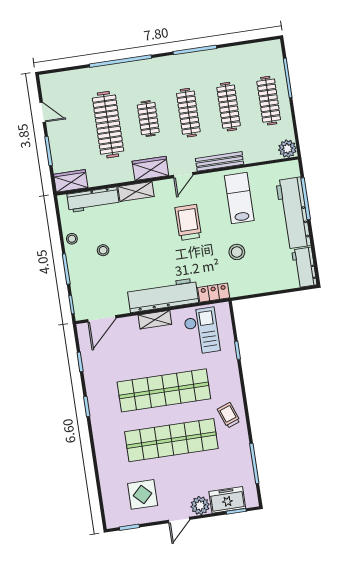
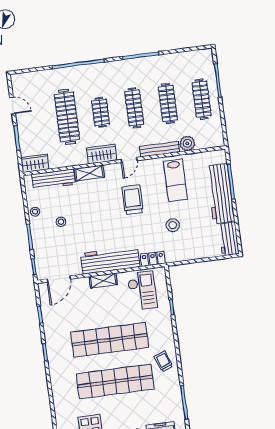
plant: (287, 149) -> (187, 143), moved
lab bench: (239, 198) -> (175, 180), turned 180

